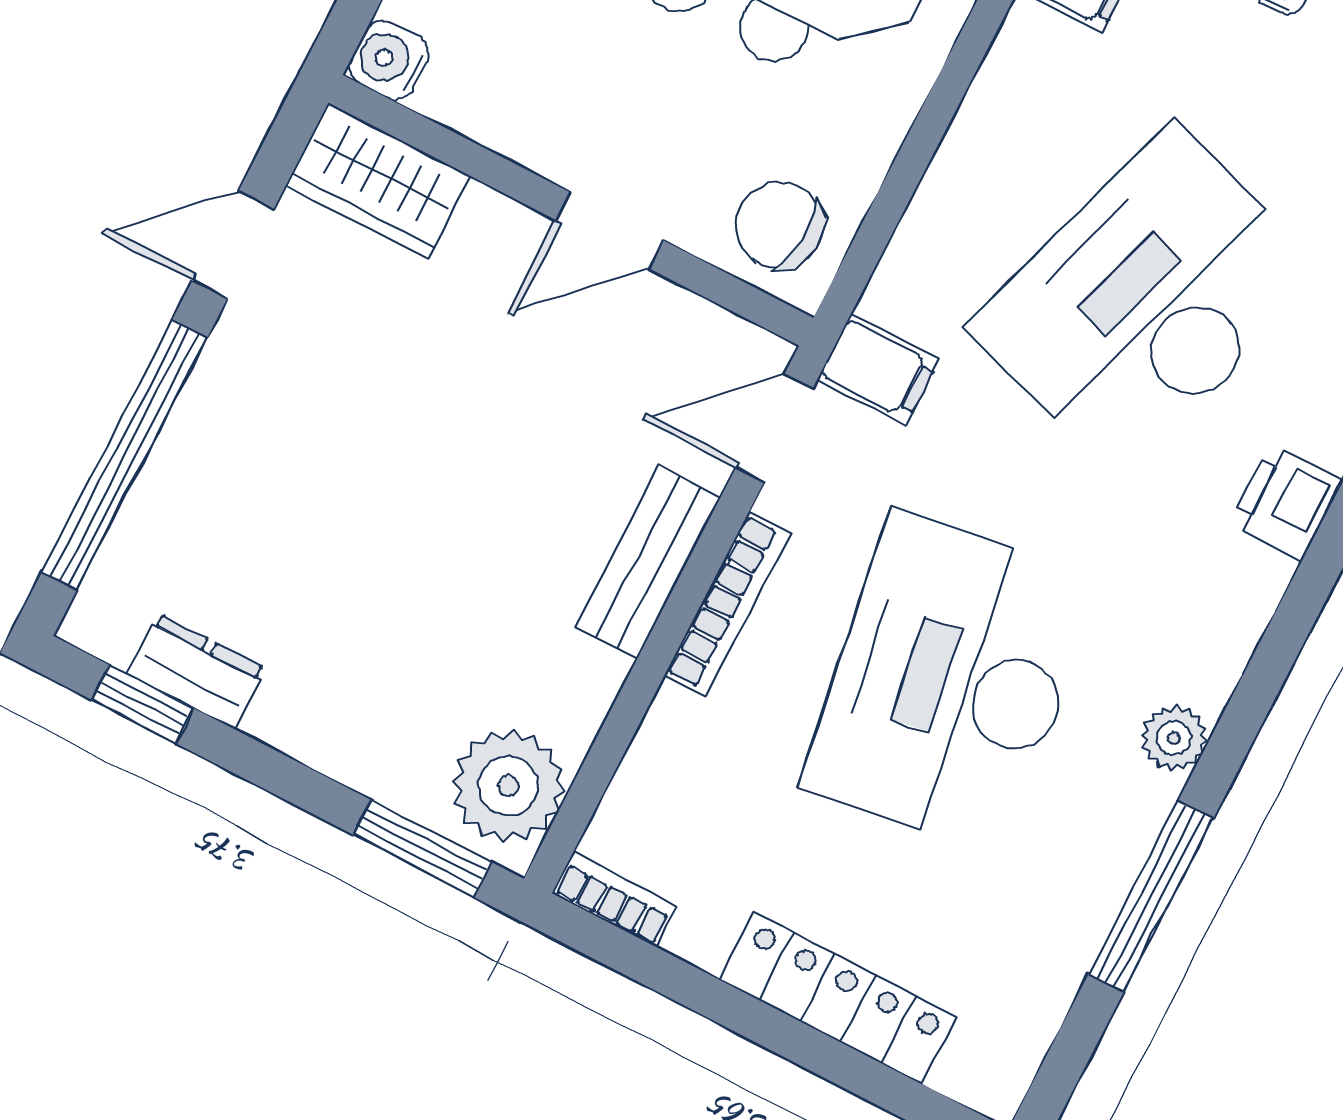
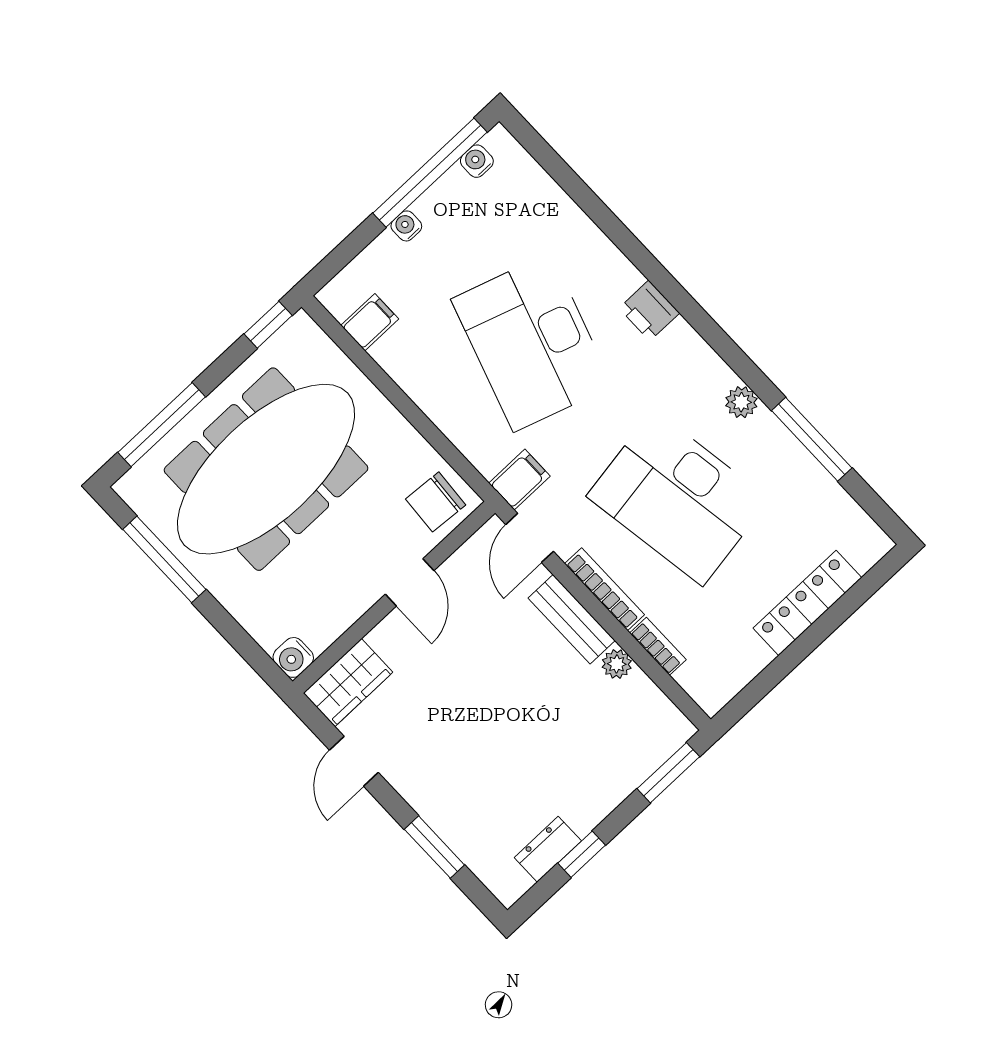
window: (125, 455) -> (434, 847), width x0.47
window: (142, 704) -> (582, 854), moved
plant: (508, 786) -> (617, 664), moved, width x0.53, depth x0.53
bookcase: (614, 899) -> (658, 646), moved, turned 90

